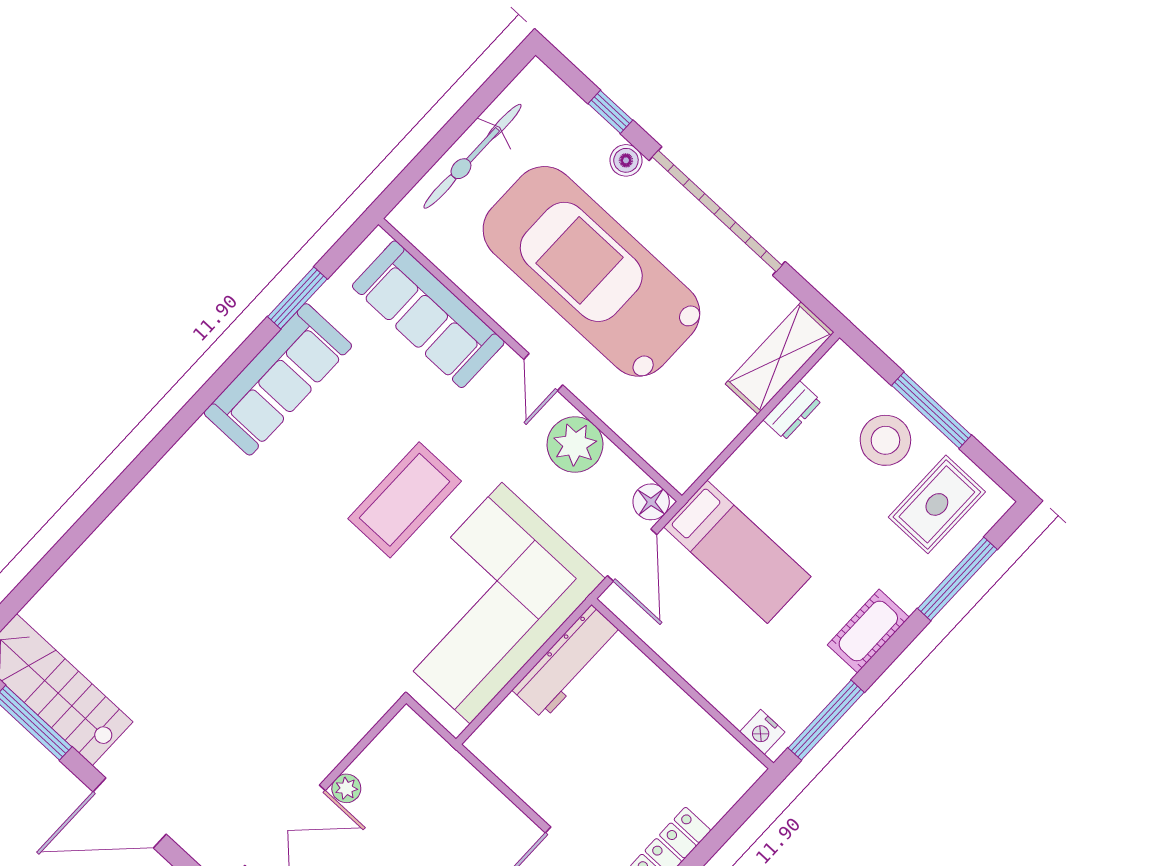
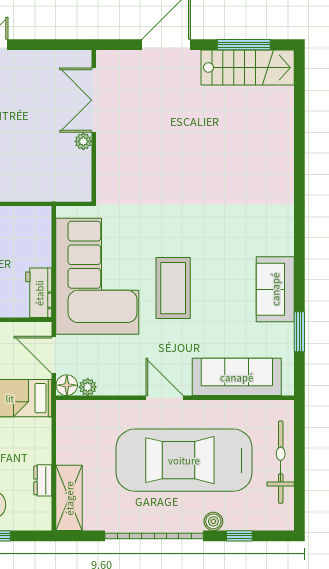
car: (591, 271) -> (184, 460), turned 180
door: (543, 372) -> (165, 398), width x1.38
sofa: (278, 379) -> (275, 289), width x0.73
plant: (575, 445) -> (88, 387), moved, width x0.53, depth x0.53
workbench: (568, 662) -> (39, 293), width x0.73

